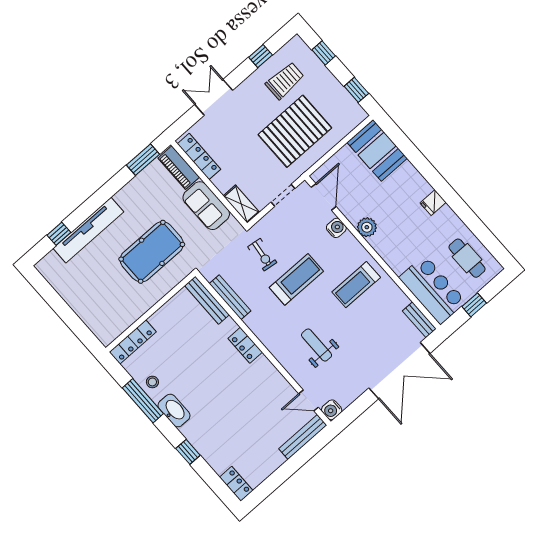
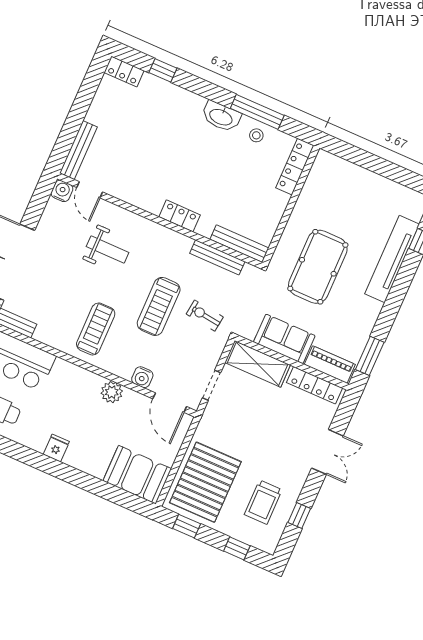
pallet: (295, 131) -> (205, 482), moved
shelving: (241, 204) -> (258, 364), width x1.50, depth x1.33
door: (309, 400) -> (90, 190), swing flipped
window: (188, 452) -> (163, 70), moved

